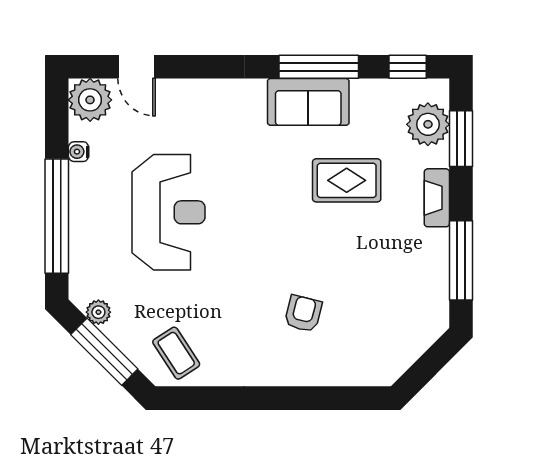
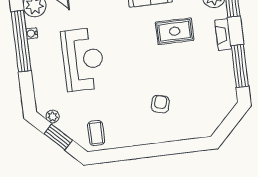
window: (57, 216) -> (21, 41), moved
window: (104, 352) -> (58, 137), width x0.69
coffee table: (176, 353) -> (96, 133), turned 33

